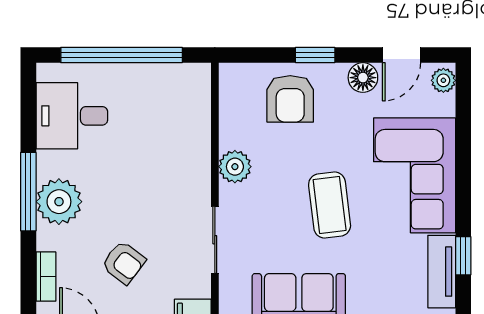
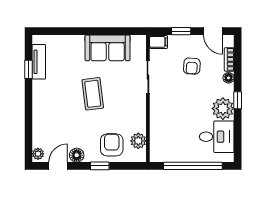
plant: (235, 167) -> (138, 141), moved
corner sofa: (415, 175) -> (52, 108), removed
window: (28, 192) -> (238, 100), width x0.46
plant: (59, 202) -> (223, 109), moved
floor lamp: (47, 238) -> (229, 78), added
armchair: (124, 263) -> (192, 66), turned -123

